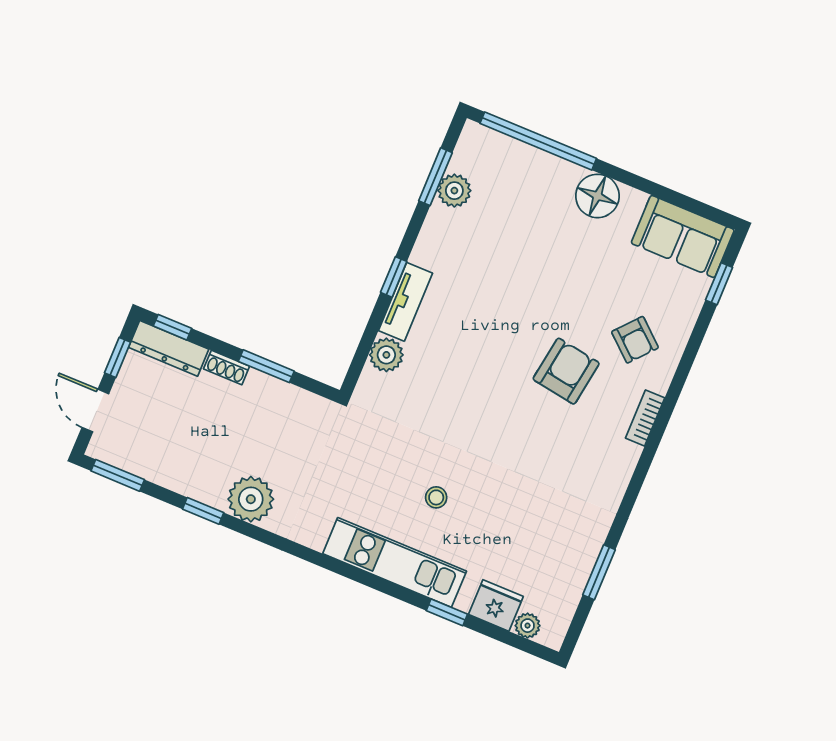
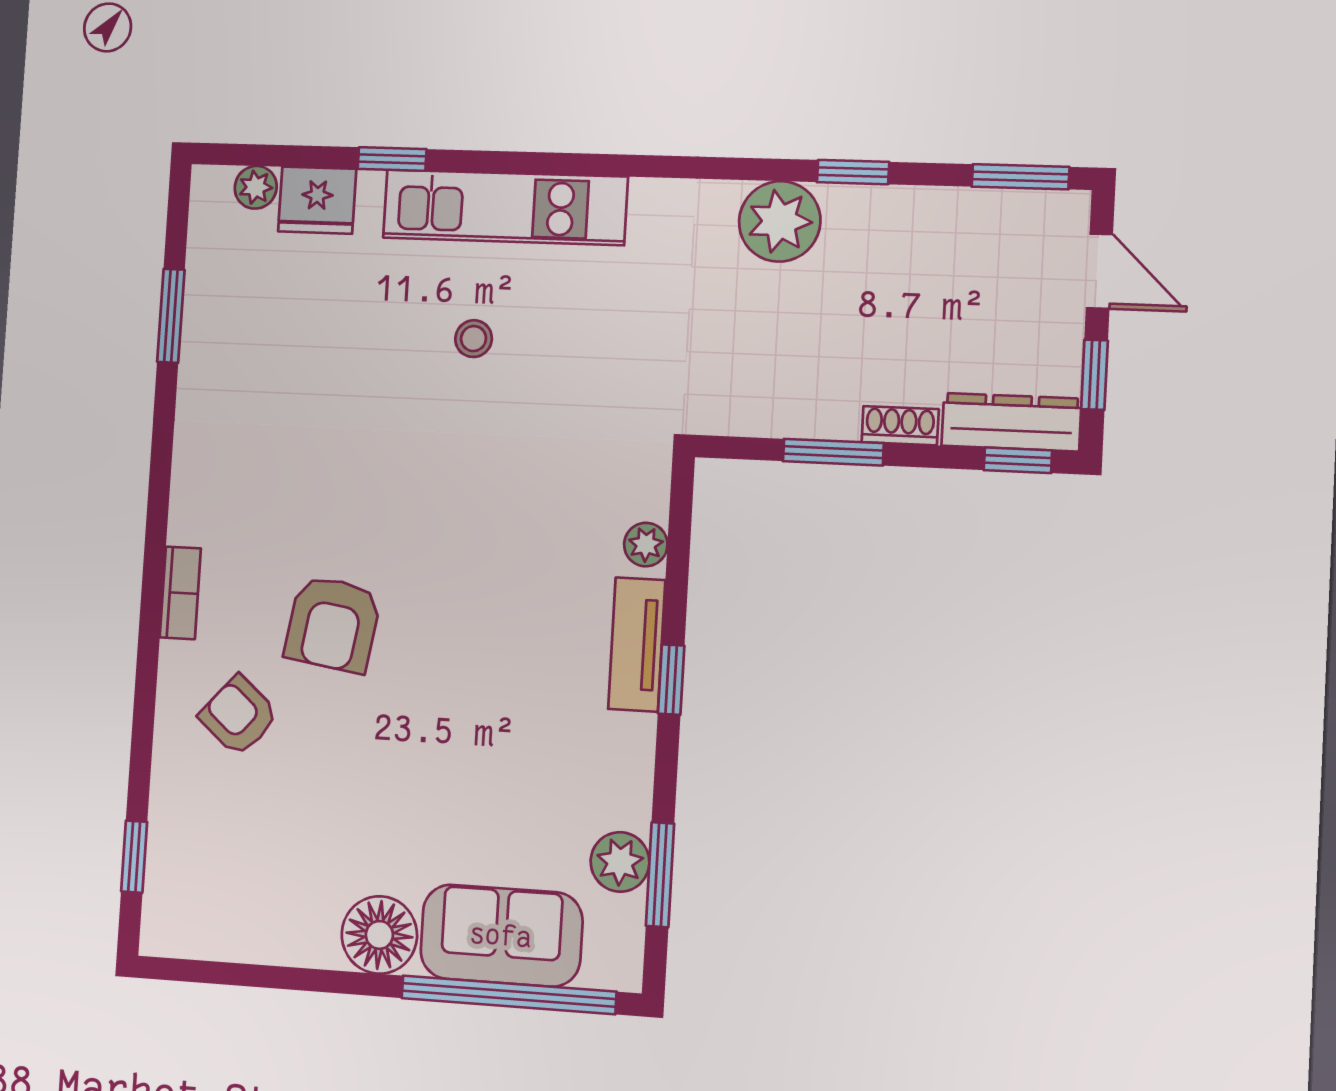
sofa: (683, 236) -> (501, 936), moved
plant: (386, 355) -> (646, 545), width x0.73, depth x0.73

